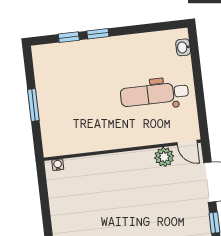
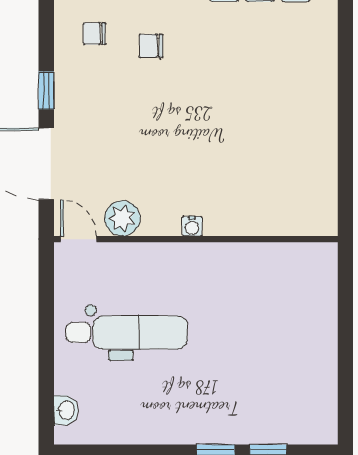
window: (33, 105) -> (345, 338), removed
water cooler: (58, 165) -> (192, 226), moved

